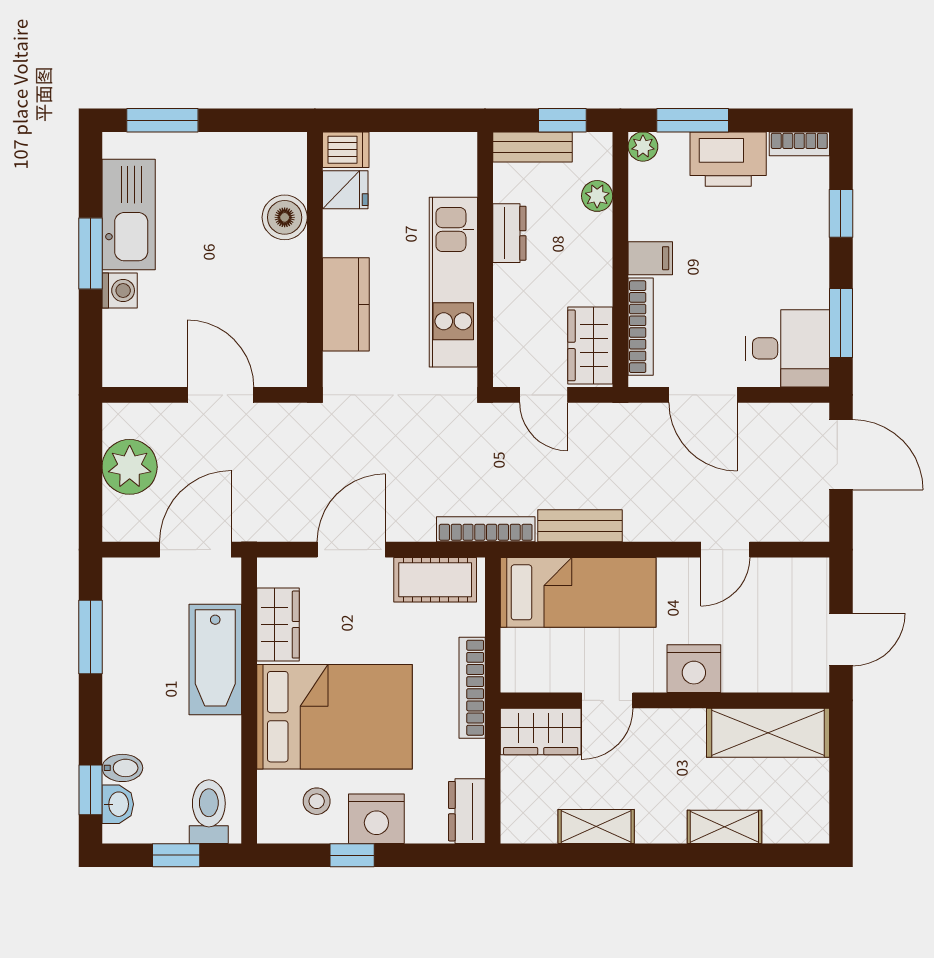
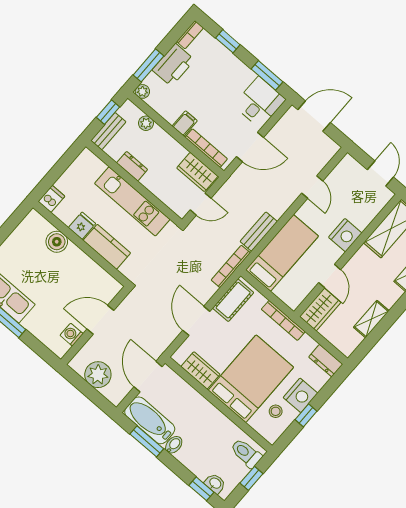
fridge: (345, 190) -> (82, 226), moved
washing machine: (120, 291) -> (72, 335), moved, turned -90
bathtub: (215, 660) -> (150, 420), moved, turned 180
bidet: (122, 768) -> (174, 445), moved

